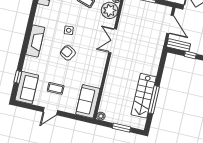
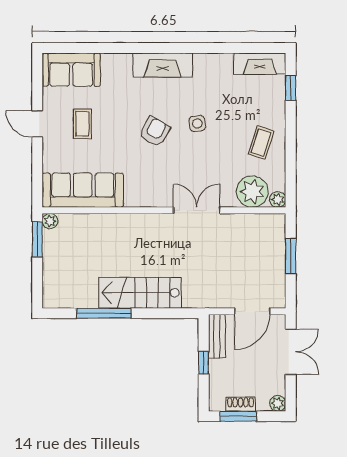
window: (18, 77) -> (88, 48), removed
stairs: (144, 96) -> (140, 293), moved
sofa: (88, 101) -> (83, 190), width x1.36
window: (121, 128) -> (37, 239), moved

